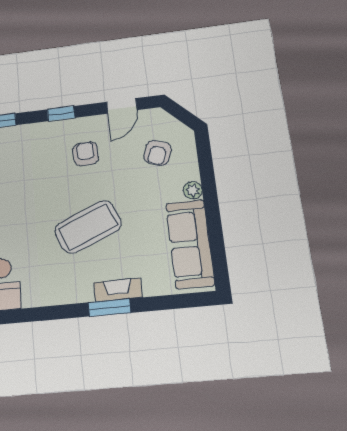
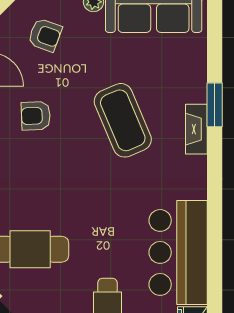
fireplace: (118, 290) -> (196, 129), moved

